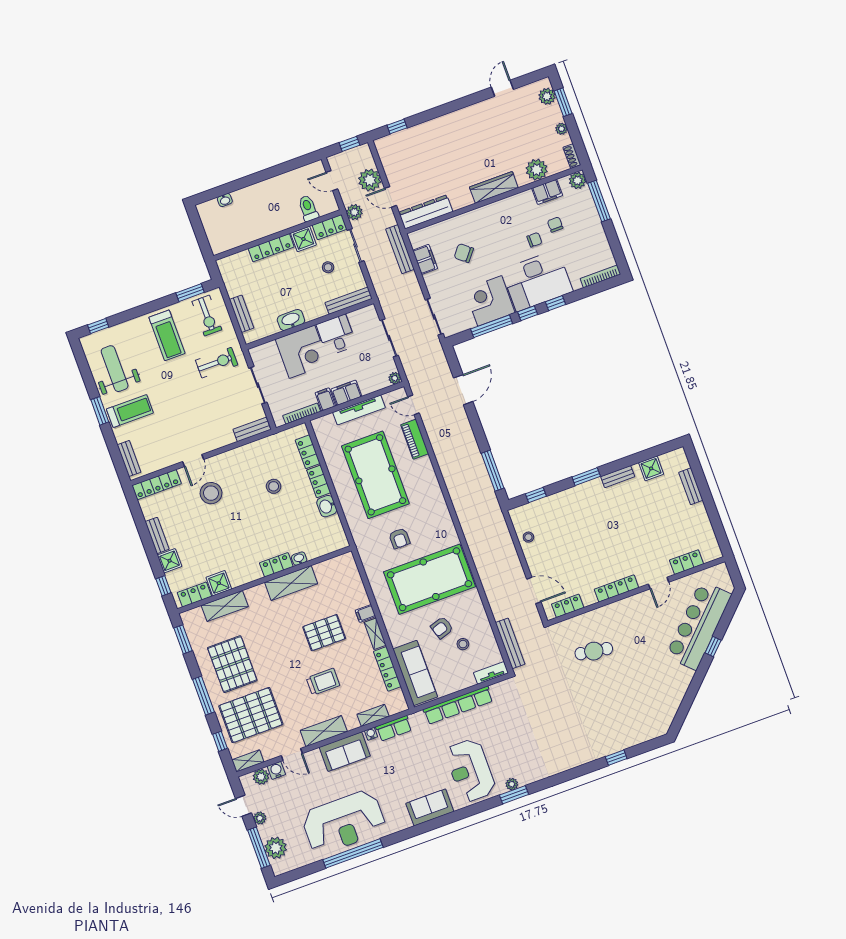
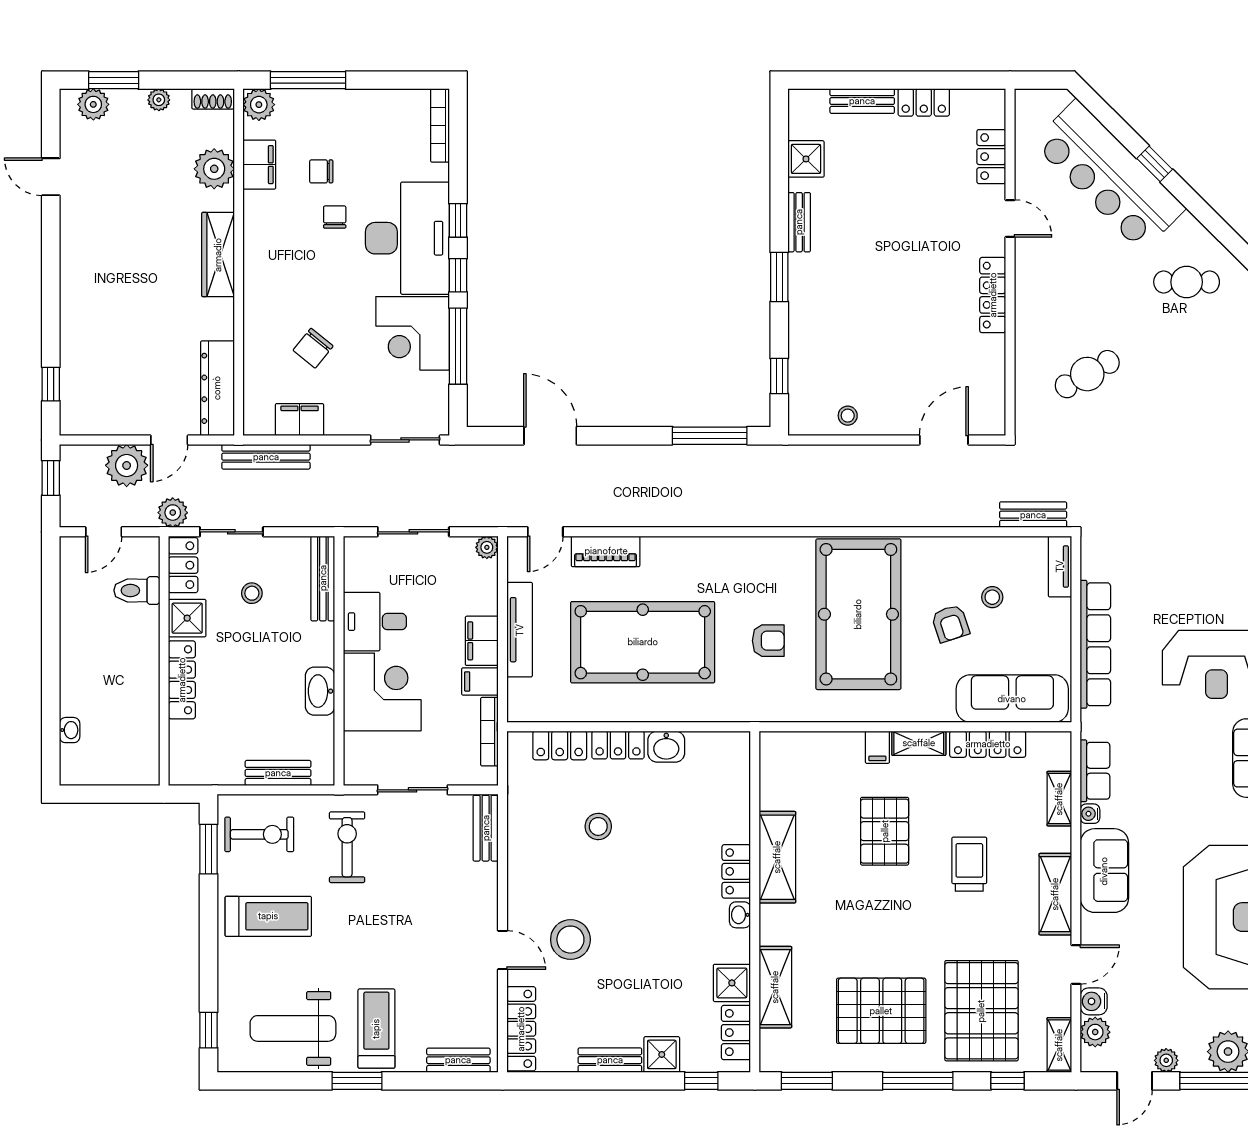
washbasin: (299, 559) -> (740, 915), moved
locker: (568, 606) -> (924, 102), moved, turned -90
bench: (510, 643) -> (1033, 515), width x0.73
cafe table: (594, 651) -> (1087, 374), turned 51
cafe table: (659, 685) -> (1187, 282), added

